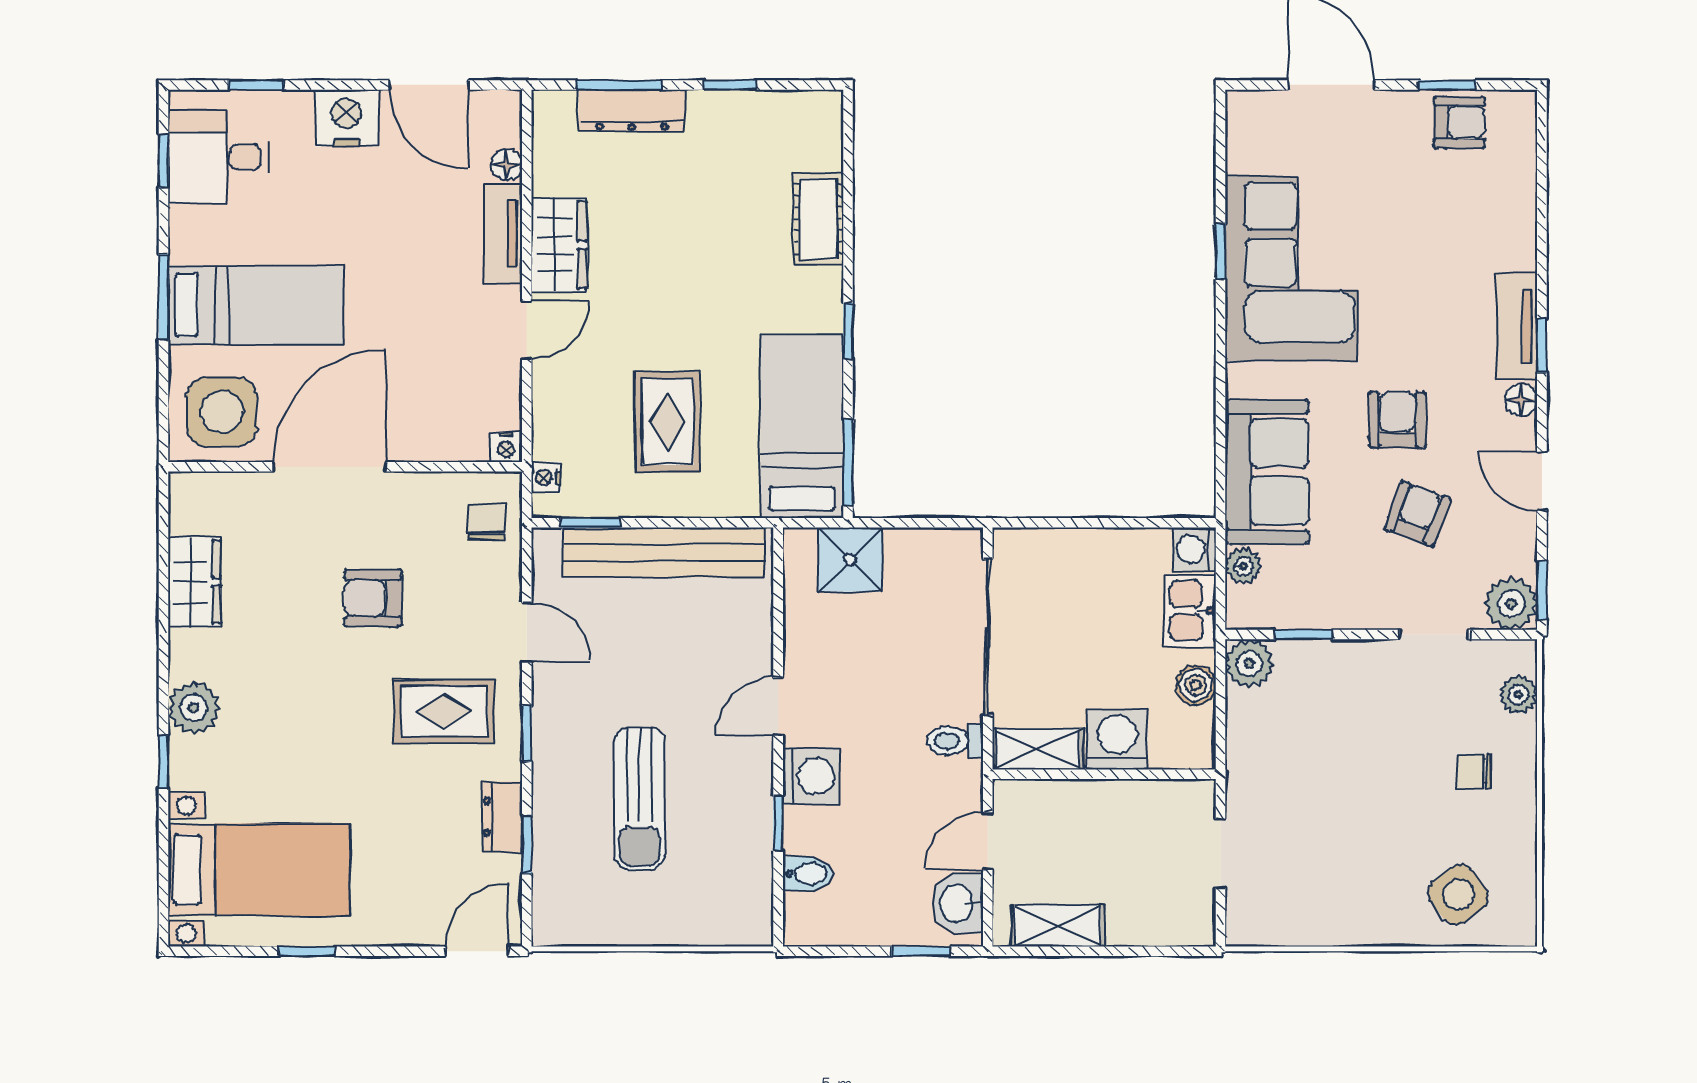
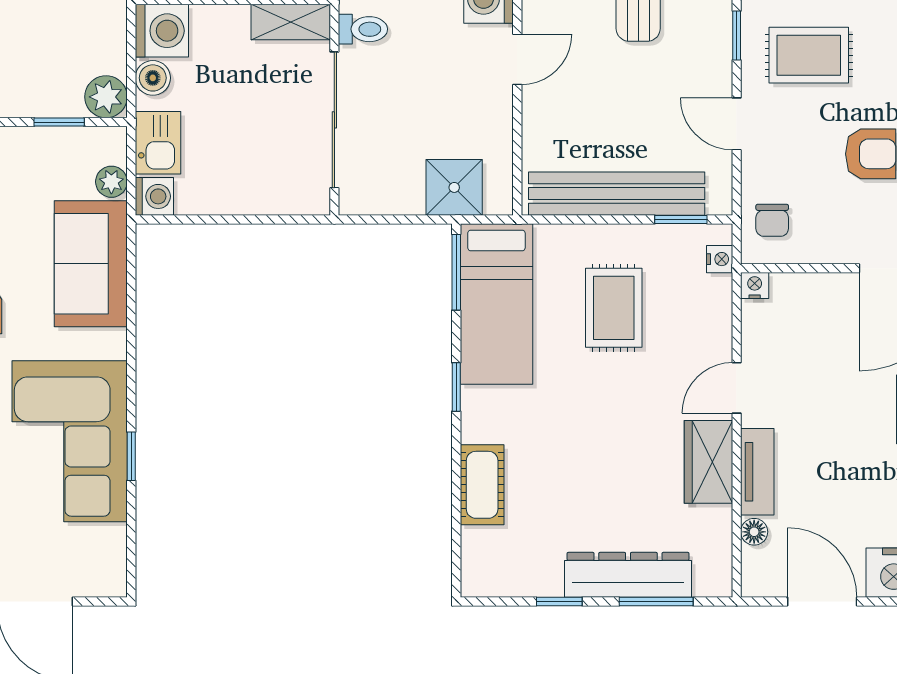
dresser: (632, 110) -> (628, 575), width x1.37, depth x1.24
washing machine: (1117, 739) -> (162, 31), moved, turned -90

